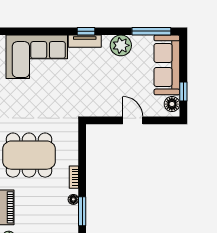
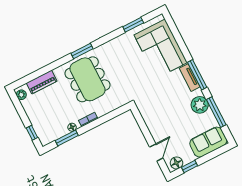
window: (86, 31) -> (197, 75), width x2.17
window: (151, 31) -> (216, 112), moved
sofa: (167, 65) -> (208, 142), width x0.73
door: (133, 120) -> (156, 153), moved

